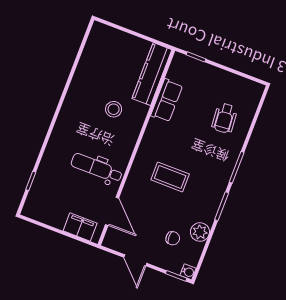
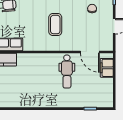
stool: (114, 109) -> (27, 75), removed
door: (112, 211) -> (90, 52), swing flipped

